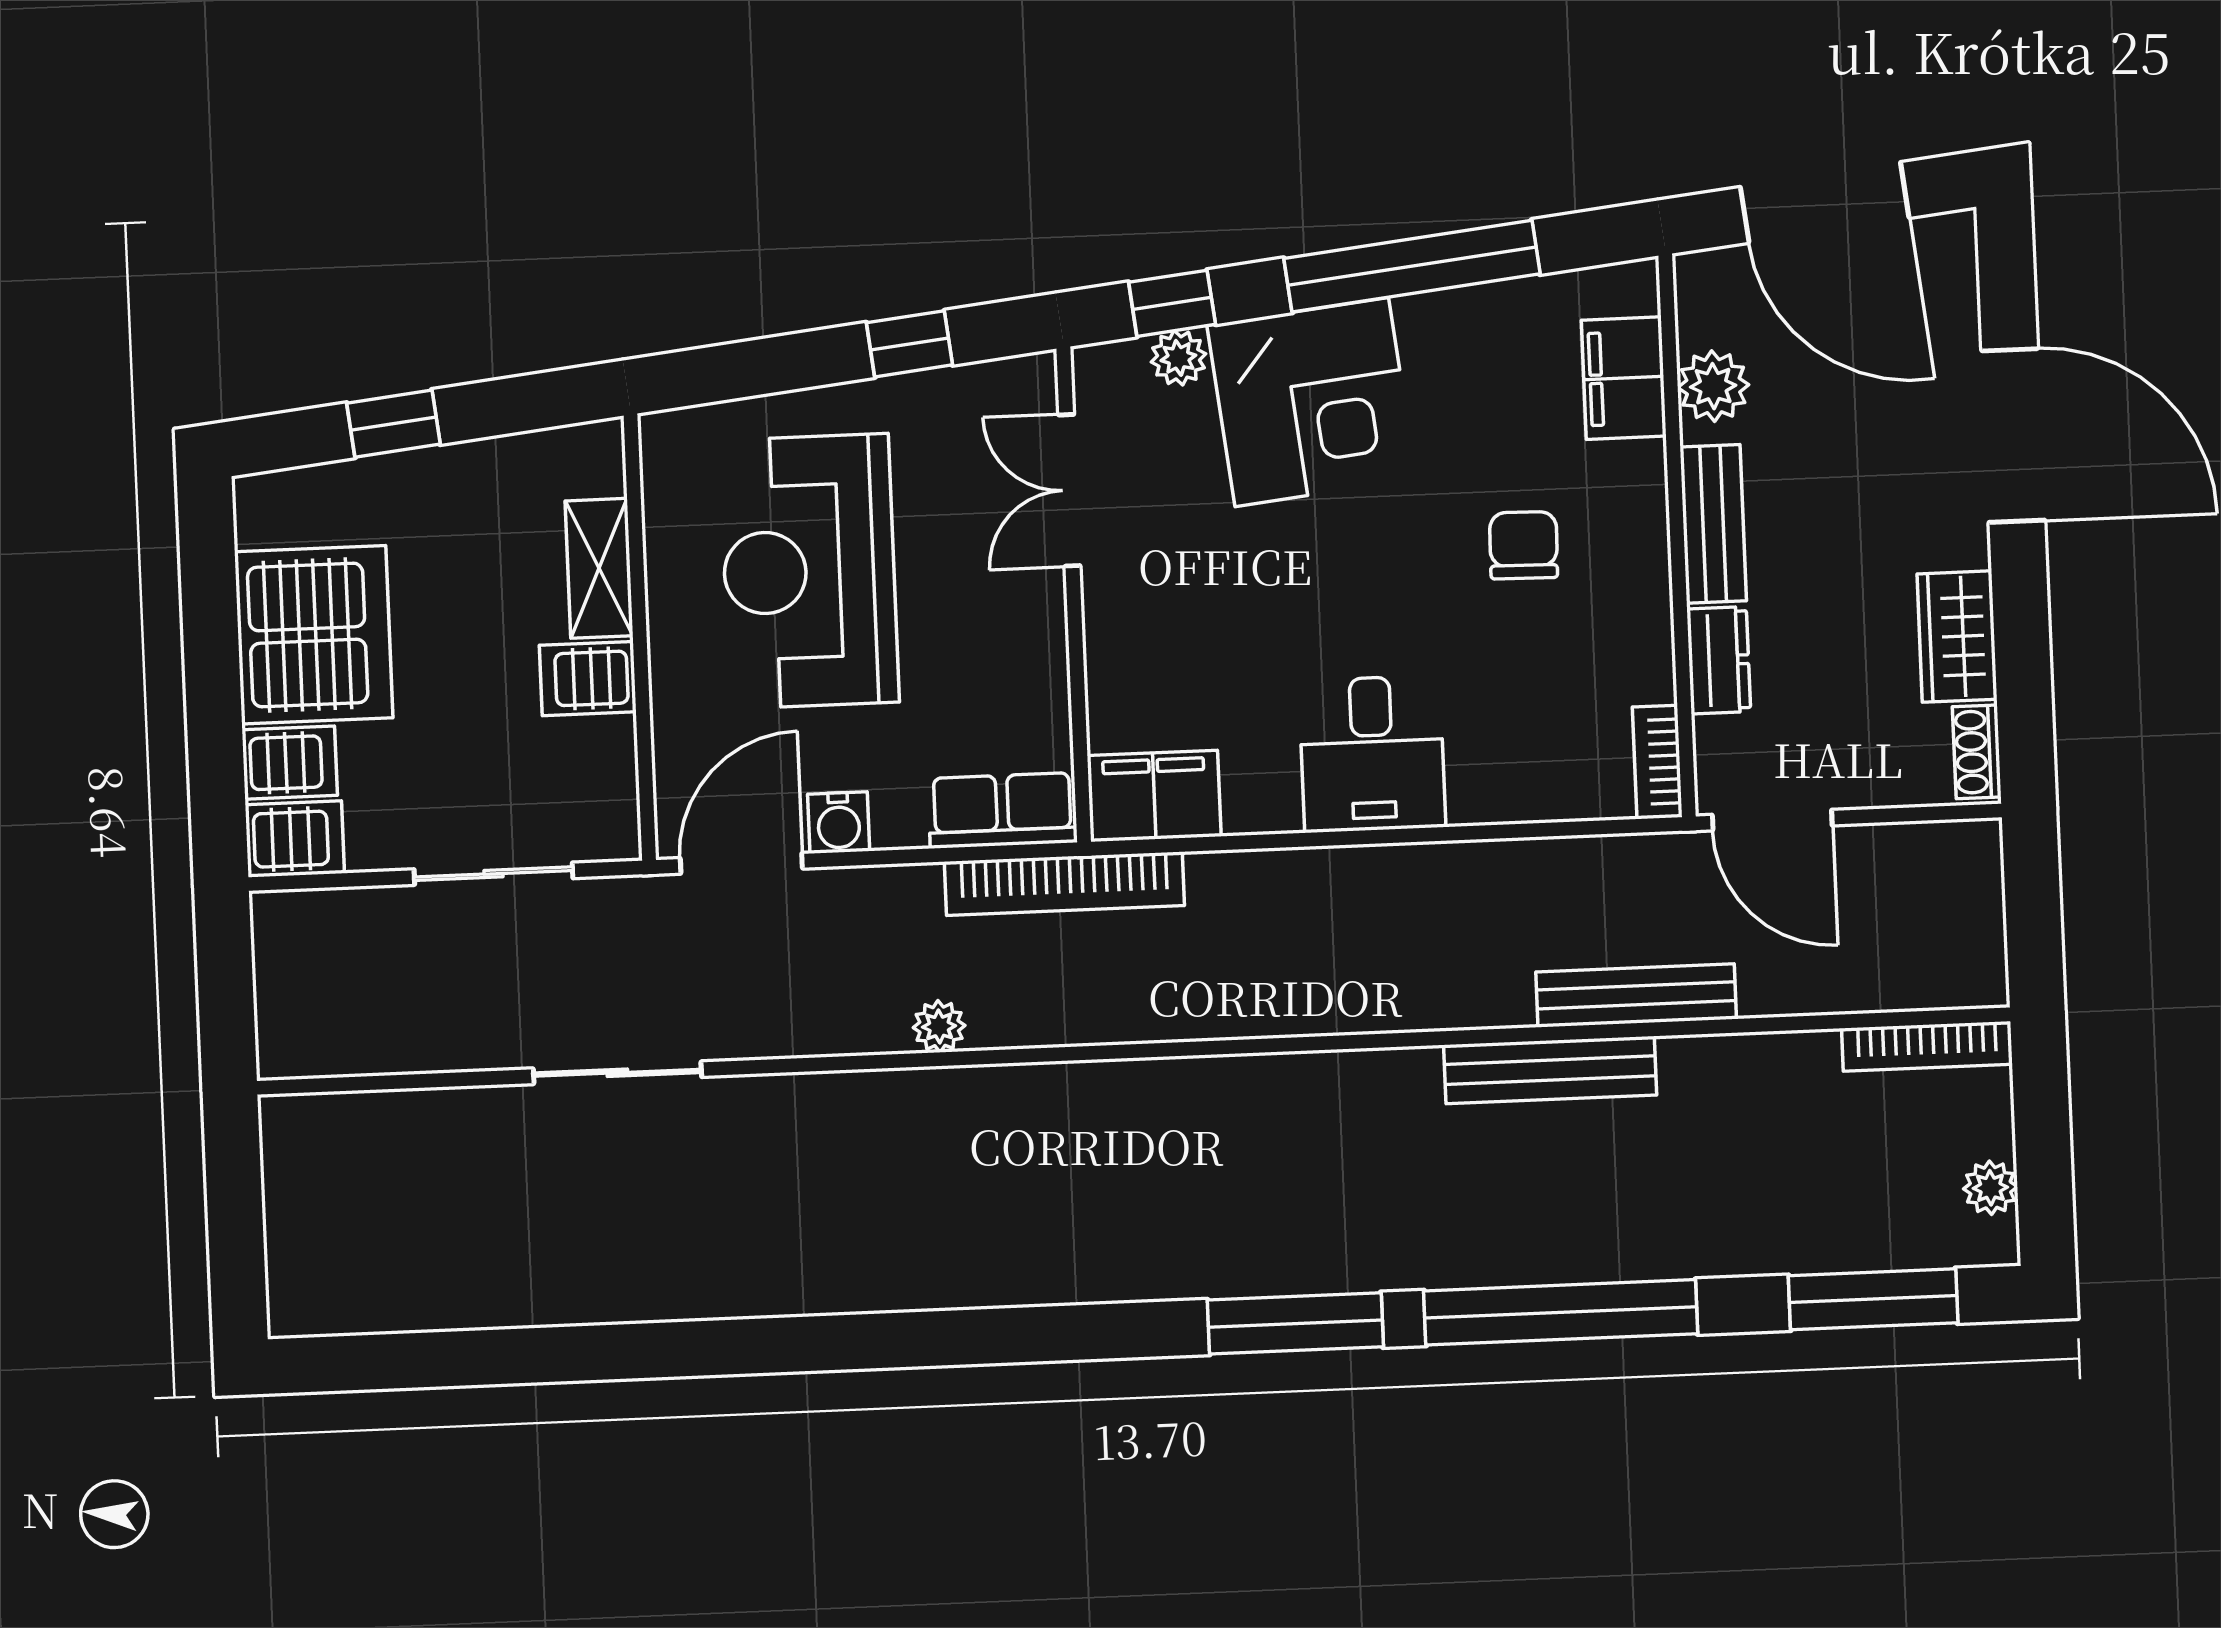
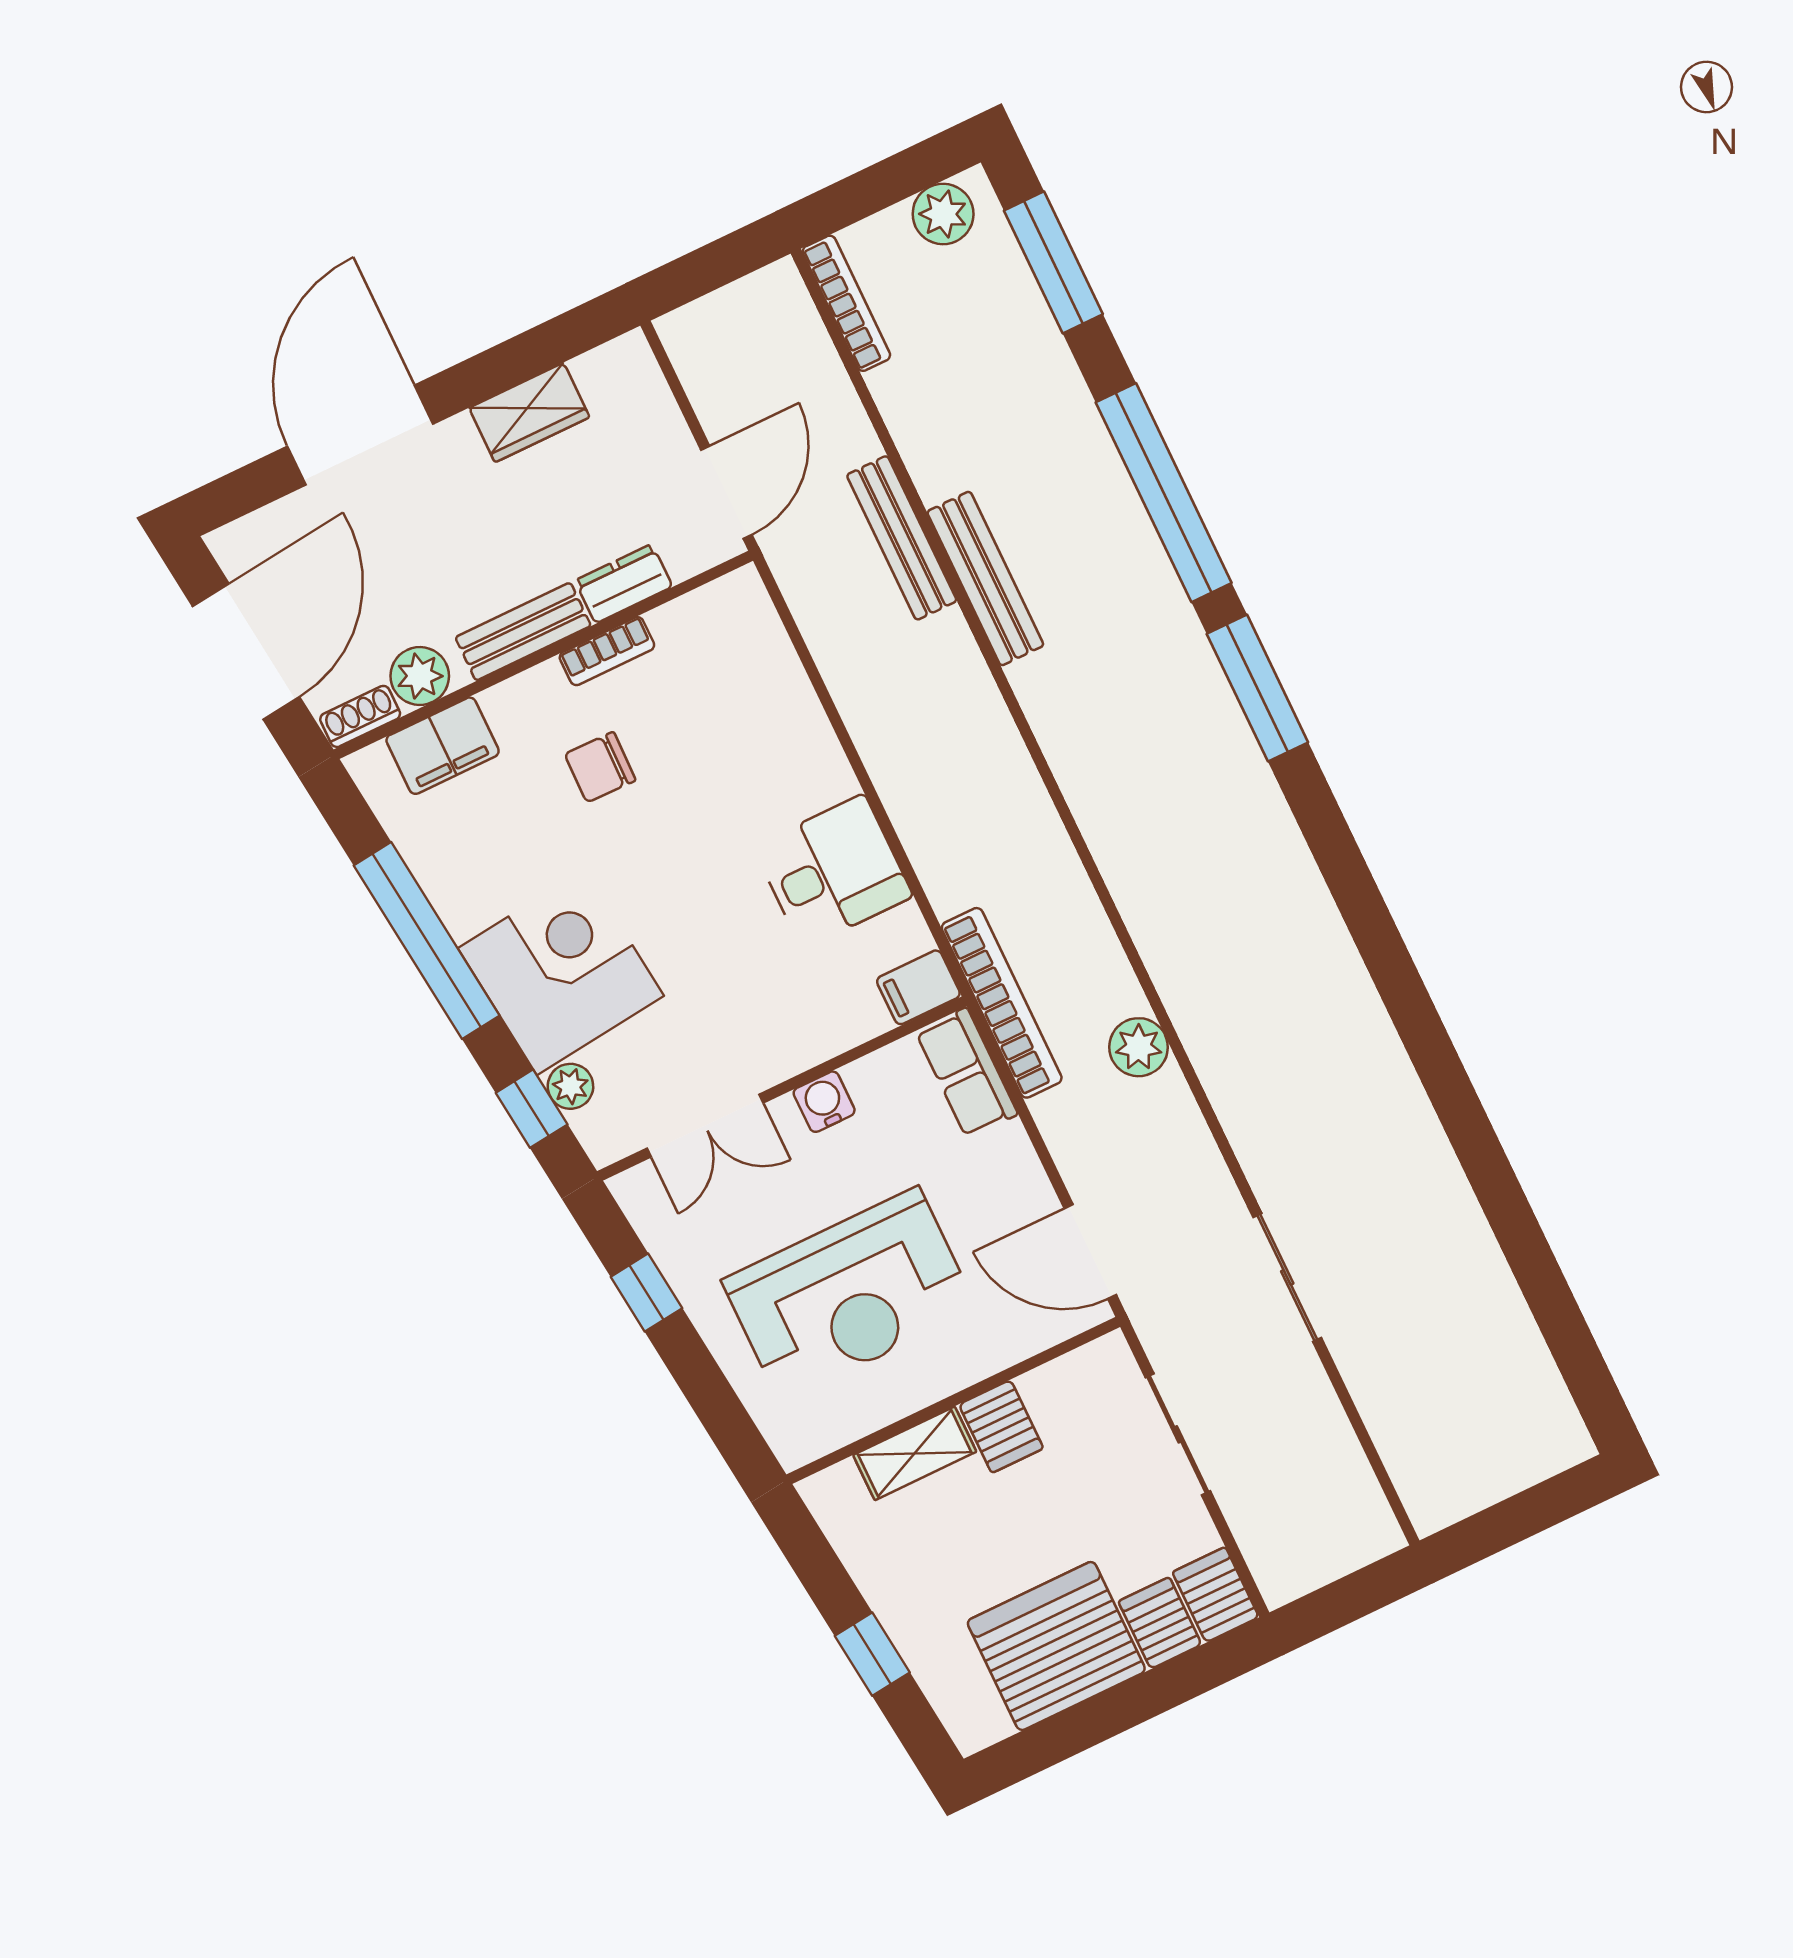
shoe rack: (1977, 752) -> (360, 716), moved, turned 180
desk: (1372, 754) -> (833, 871), moved
bookcase: (1657, 762) -> (607, 651), moved
filing cabinet: (1154, 796) -> (918, 987), width x0.50
water cooler: (839, 823) -> (824, 1102), moved, turned -90
plant: (939, 1026) -> (1139, 1047), width x1.38, depth x1.38
plant: (1990, 1188) -> (943, 214), width x1.38, depth x1.38

